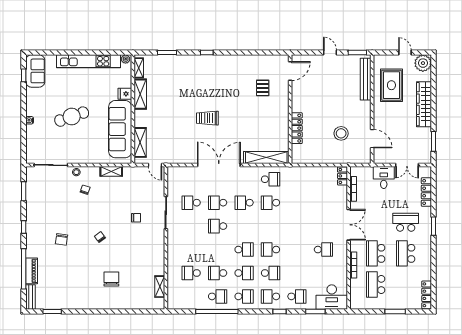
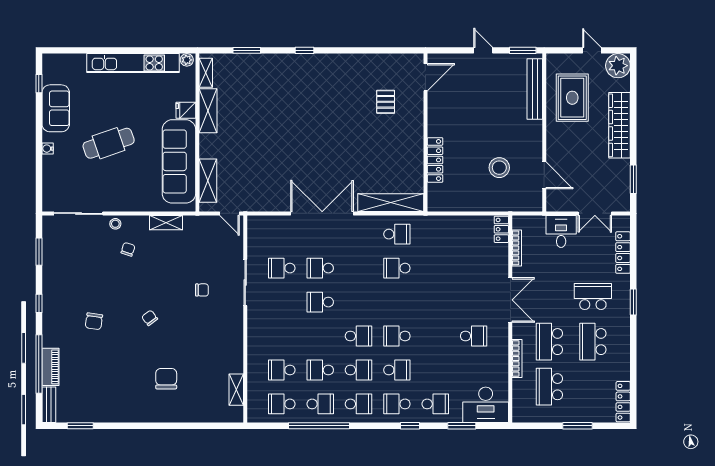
sofa: (35, 71) -> (56, 108), moved
trolley: (207, 118) -> (305, 146), removed
school desk: (244, 203) -> (282, 404), moved

